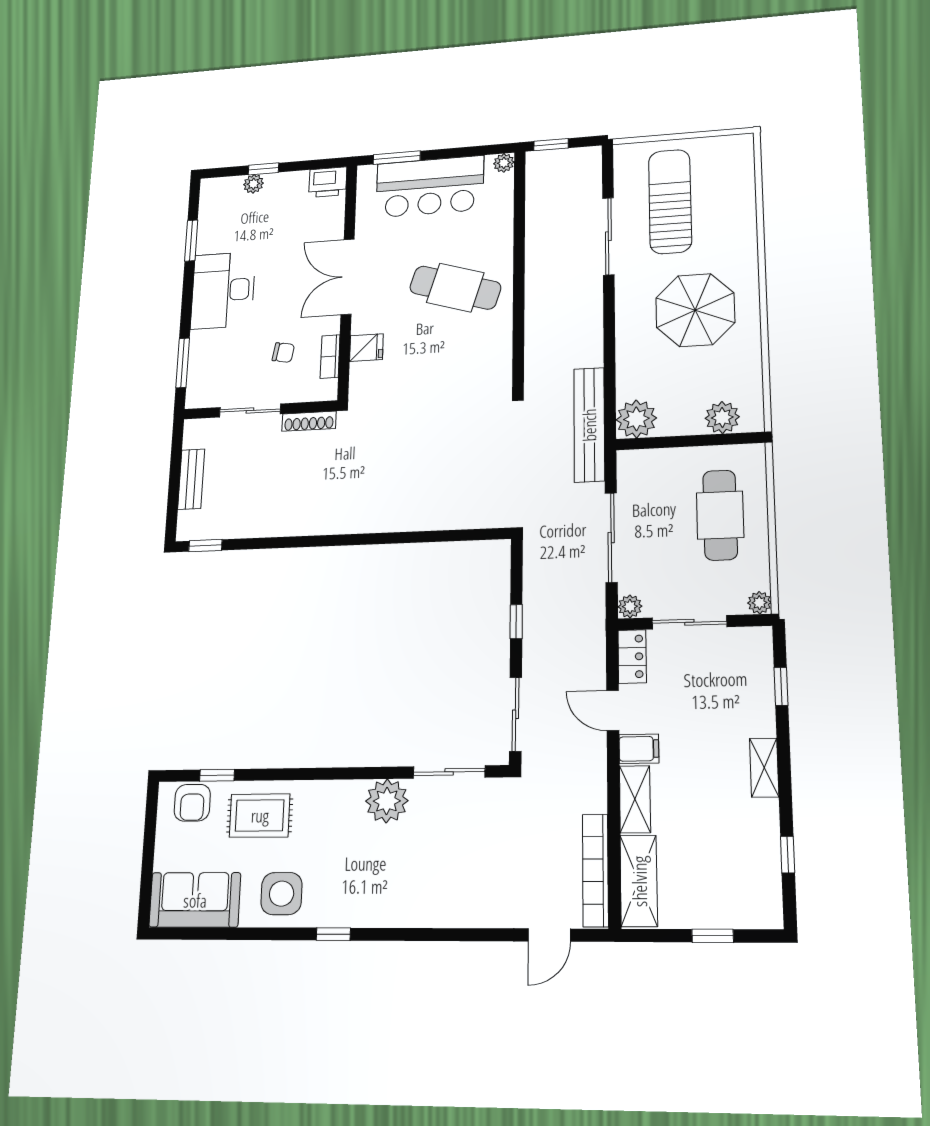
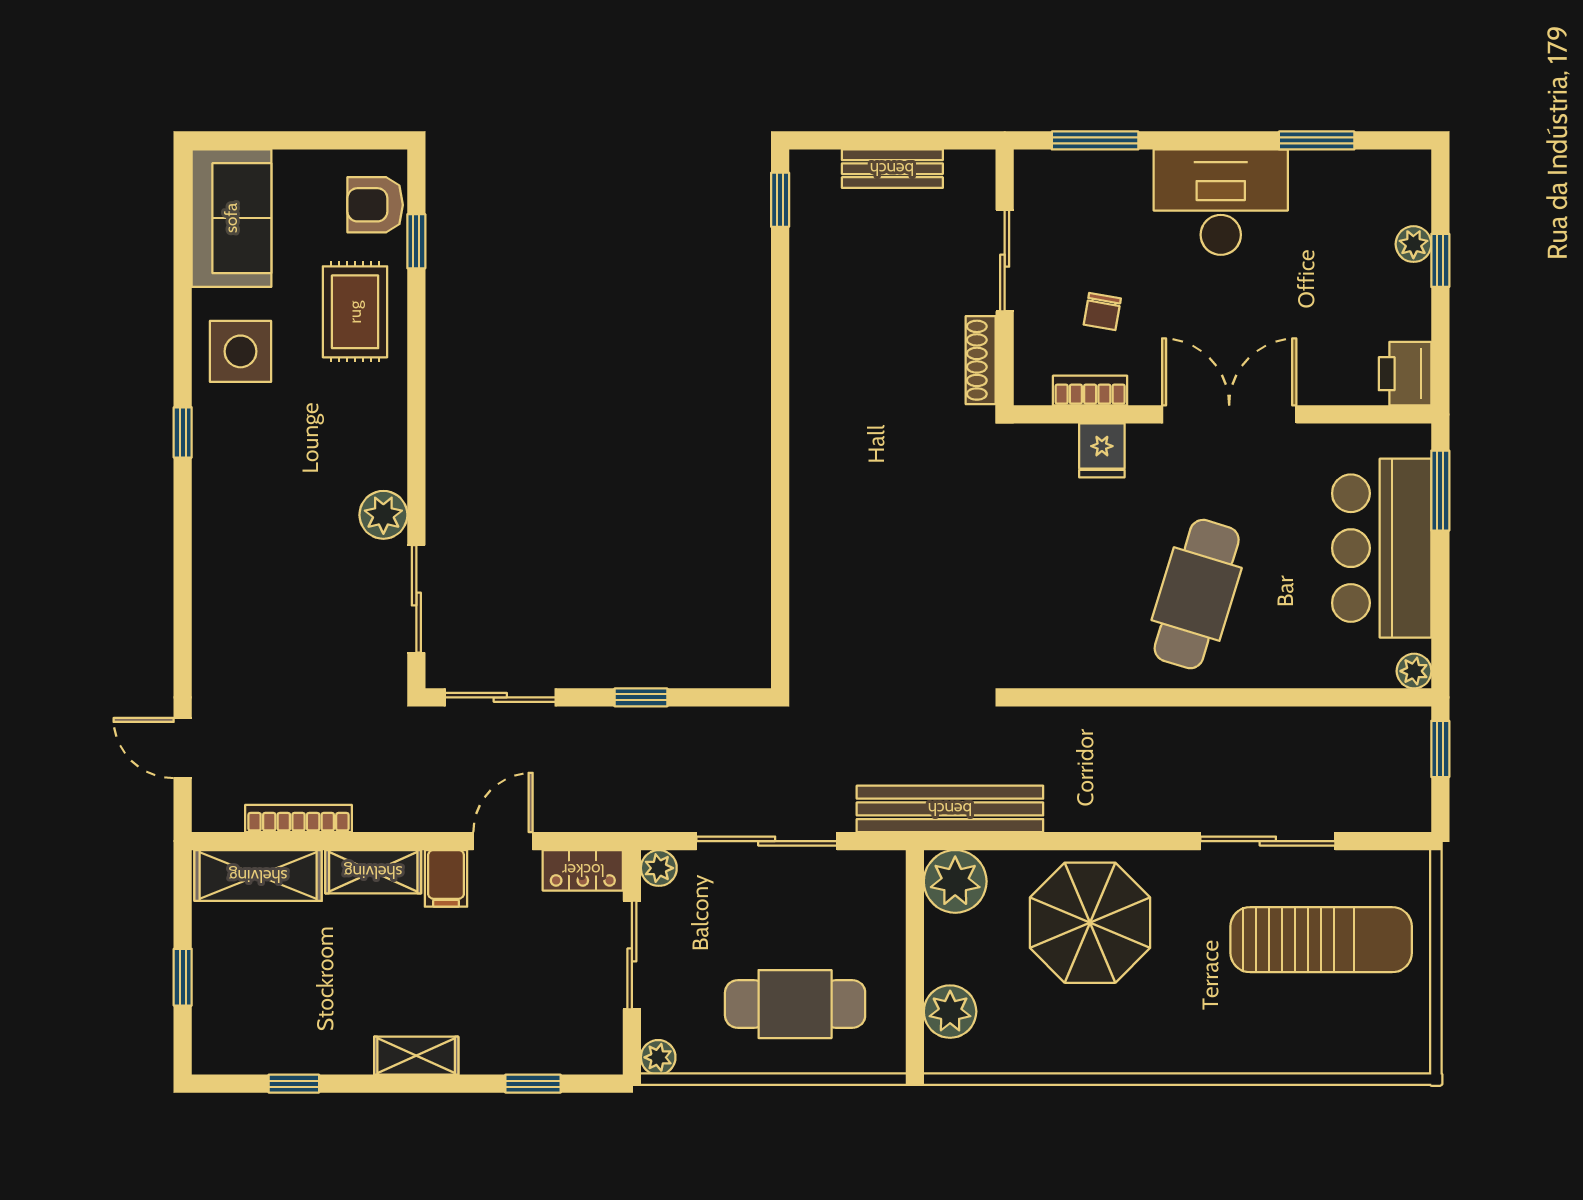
parasol: (695, 310) -> (1090, 923), moved
plant: (387, 801) -> (383, 515), width x0.73, depth x0.73
bookcase: (595, 870) -> (298, 818), width x0.68, depth x0.76

